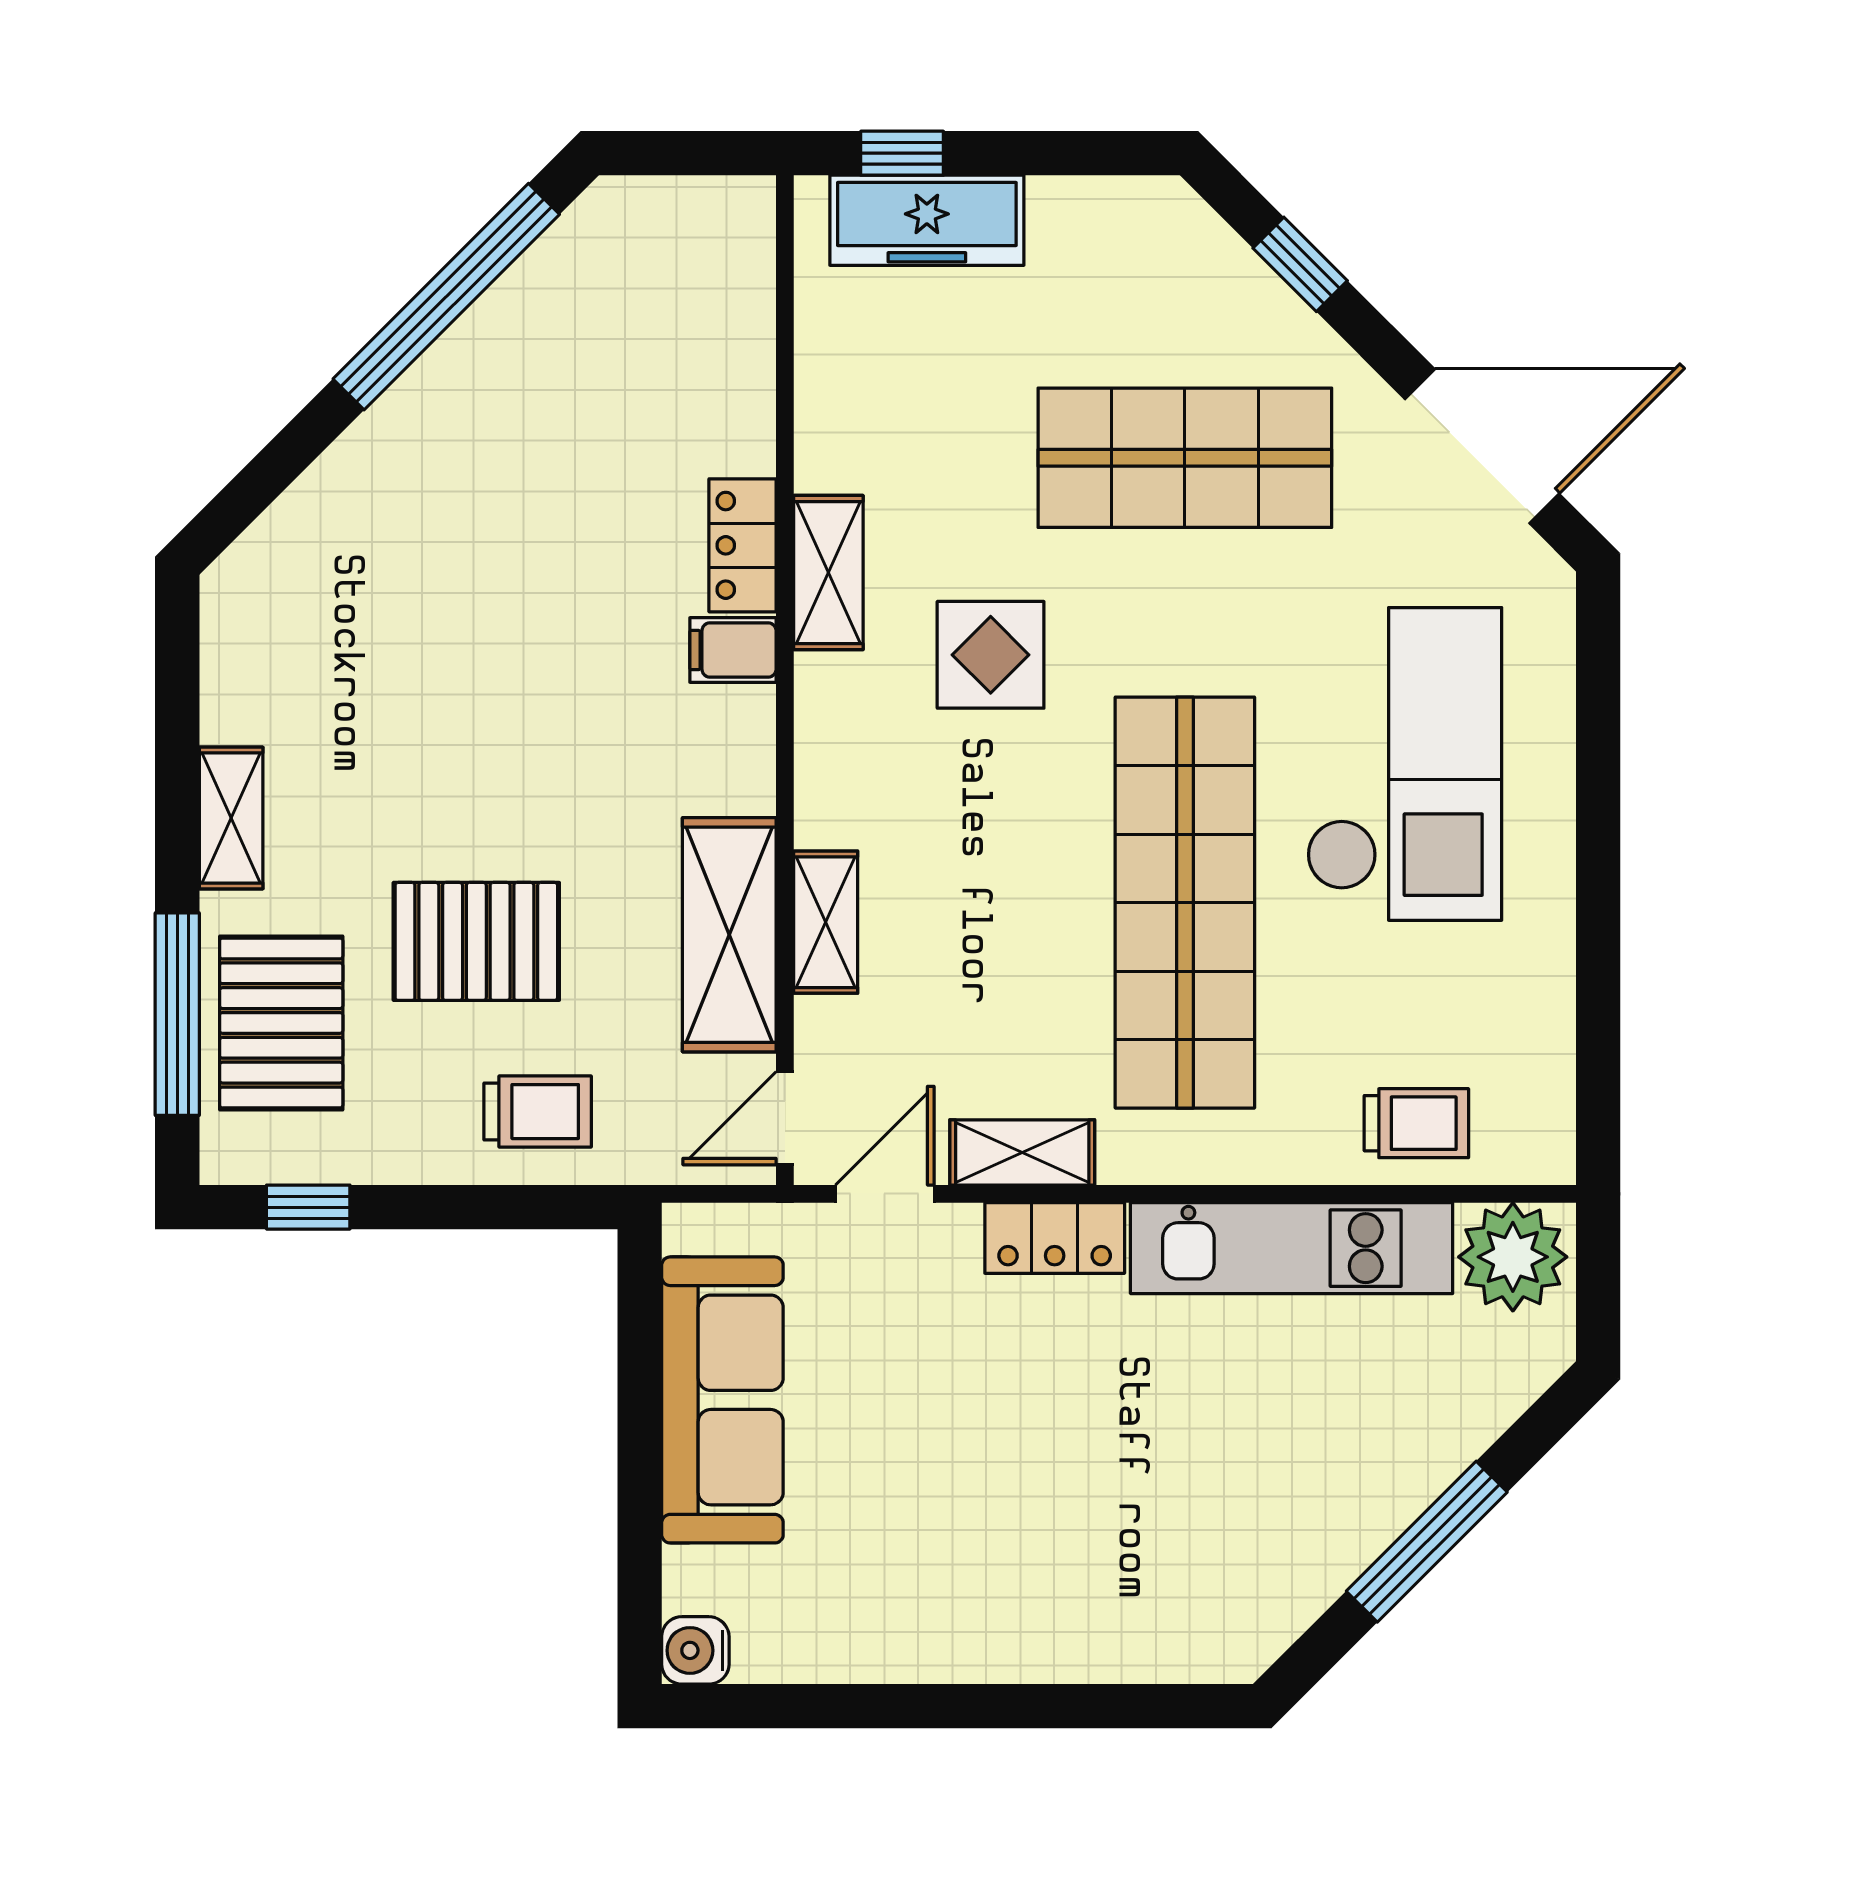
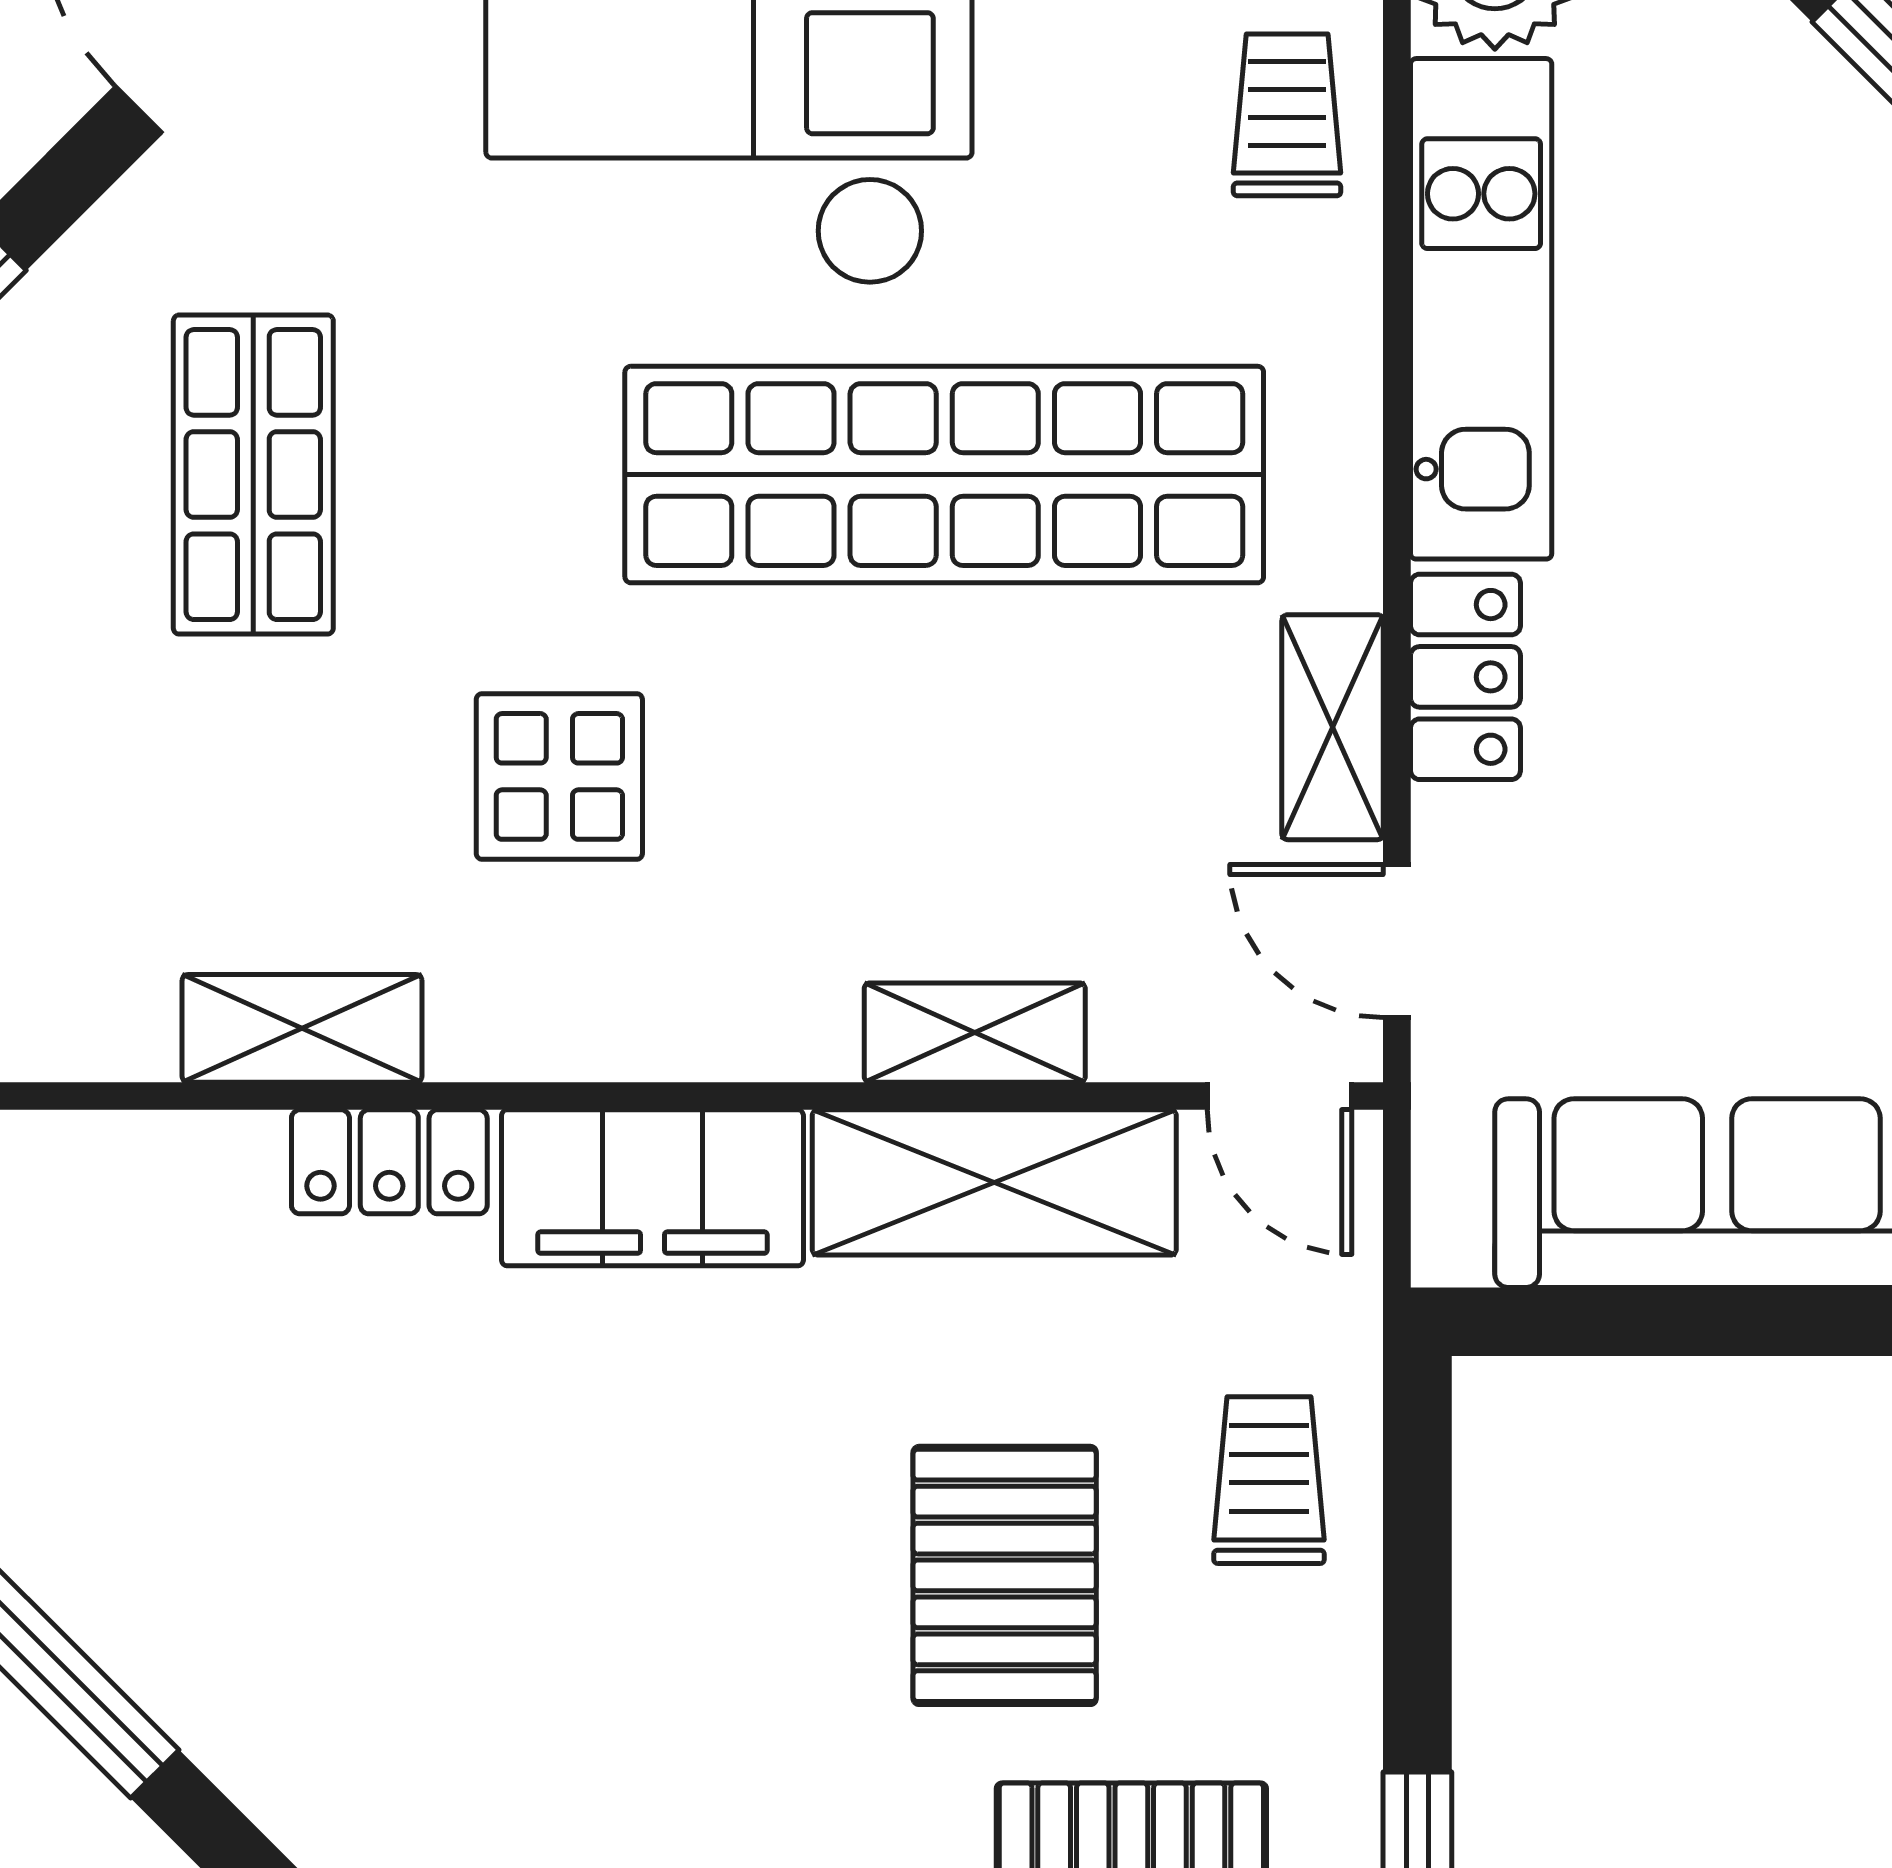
shop shelf: (1185, 458) -> (253, 475), width x0.70, depth x0.74
shelving: (828, 573) -> (302, 1028), moved
filing cabinet: (733, 650) -> (652, 1188), width x3.00, depth x1.17

